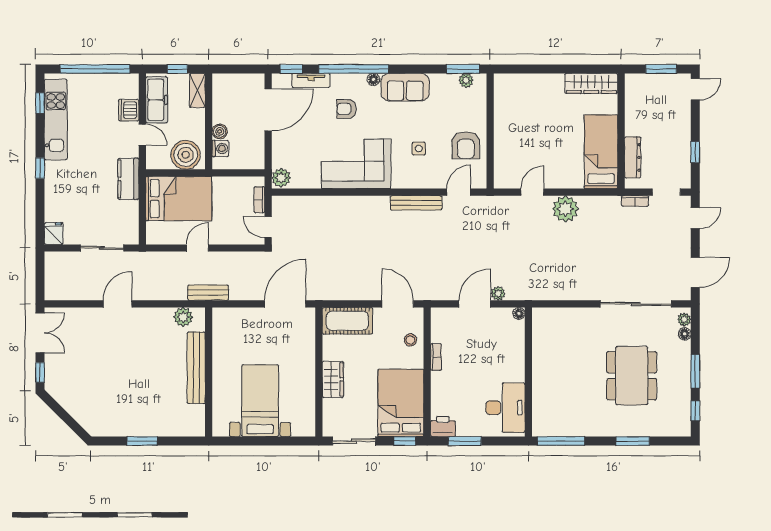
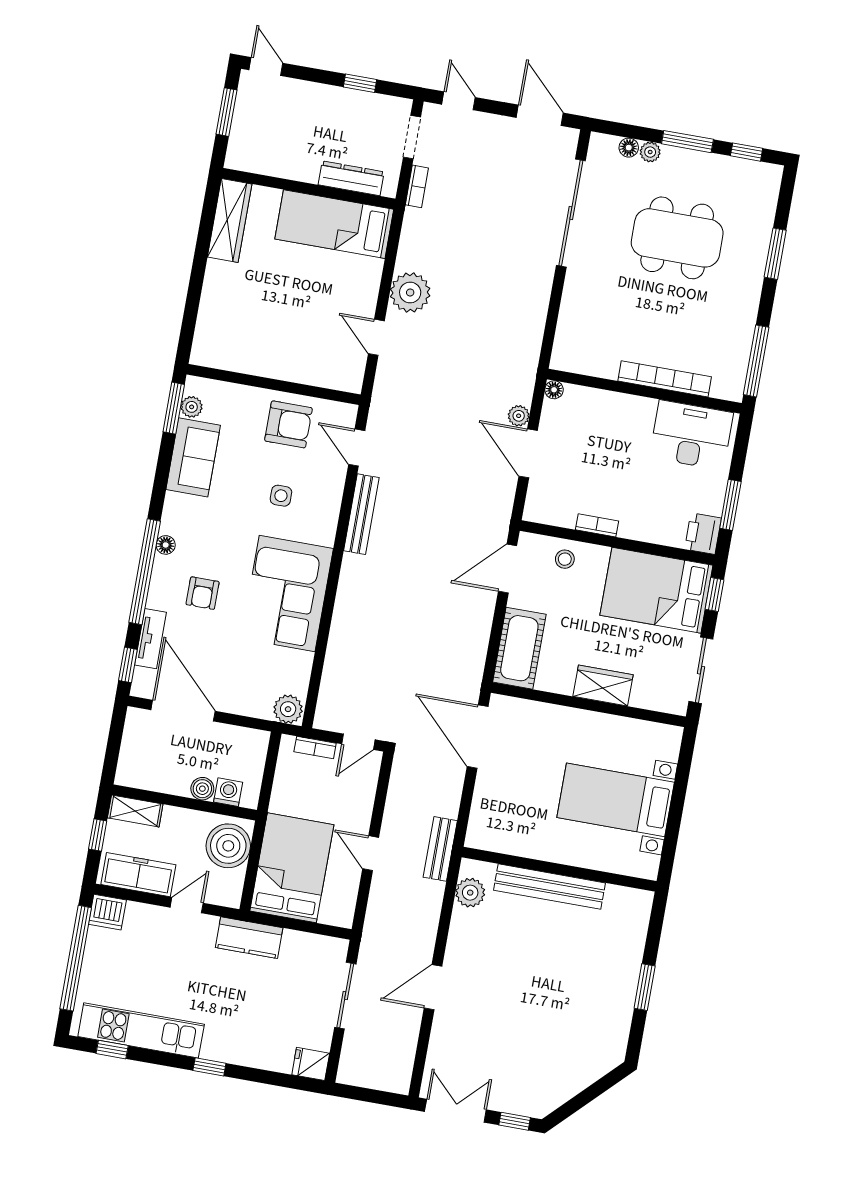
sofa: (405, 87) -> (193, 457), moved
dishwasher: (129, 110) -> (107, 912), moved
door: (118, 304) -> (433, 987), hinge flipped
plant: (684, 319) -> (650, 152), moved
bookcase: (539, 384) -> (665, 379), added

